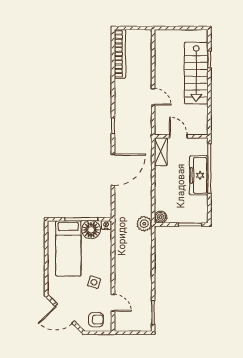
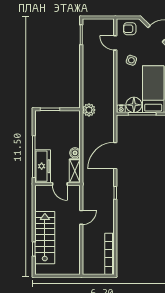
door: (153, 97) -> (81, 217), swing flipped
freezer: (199, 175) -> (43, 166), moved
boiler: (161, 217) -> (75, 153), moved

